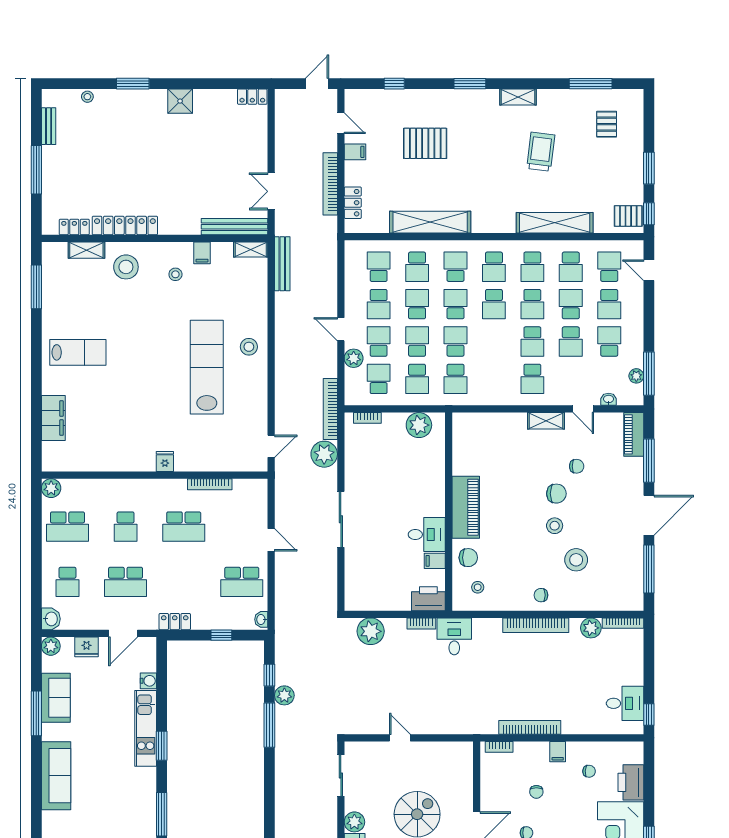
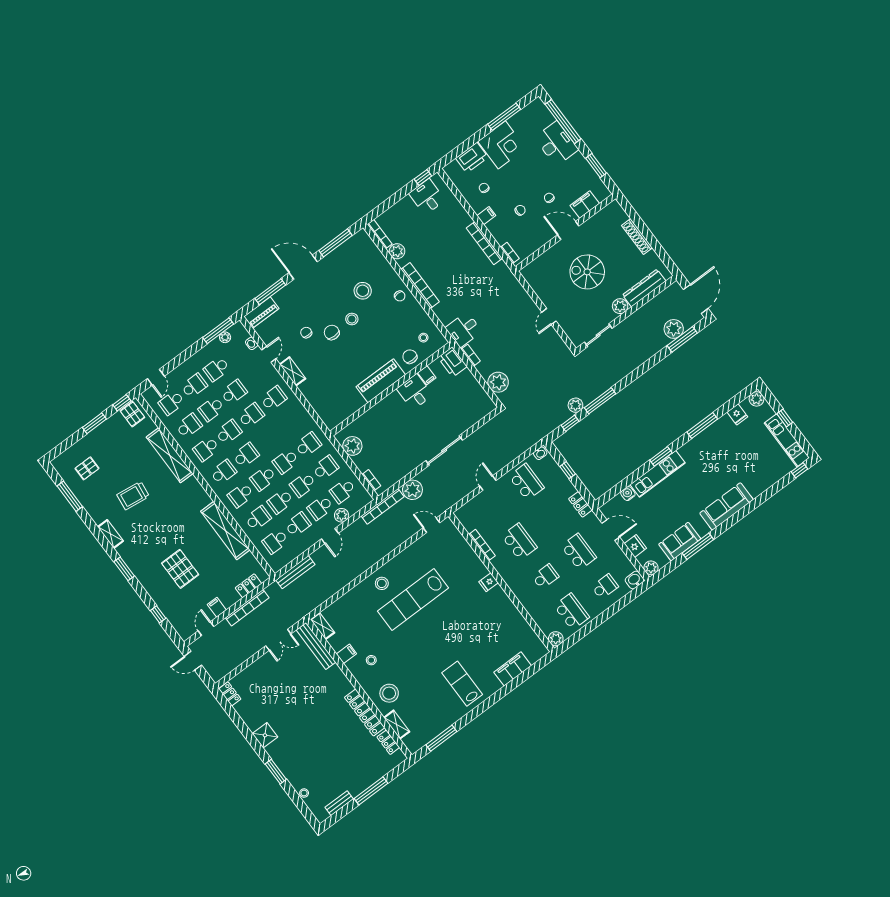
bench: (282, 264) -> (295, 572), moved
school desk: (532, 267) -> (206, 449), turned 180

